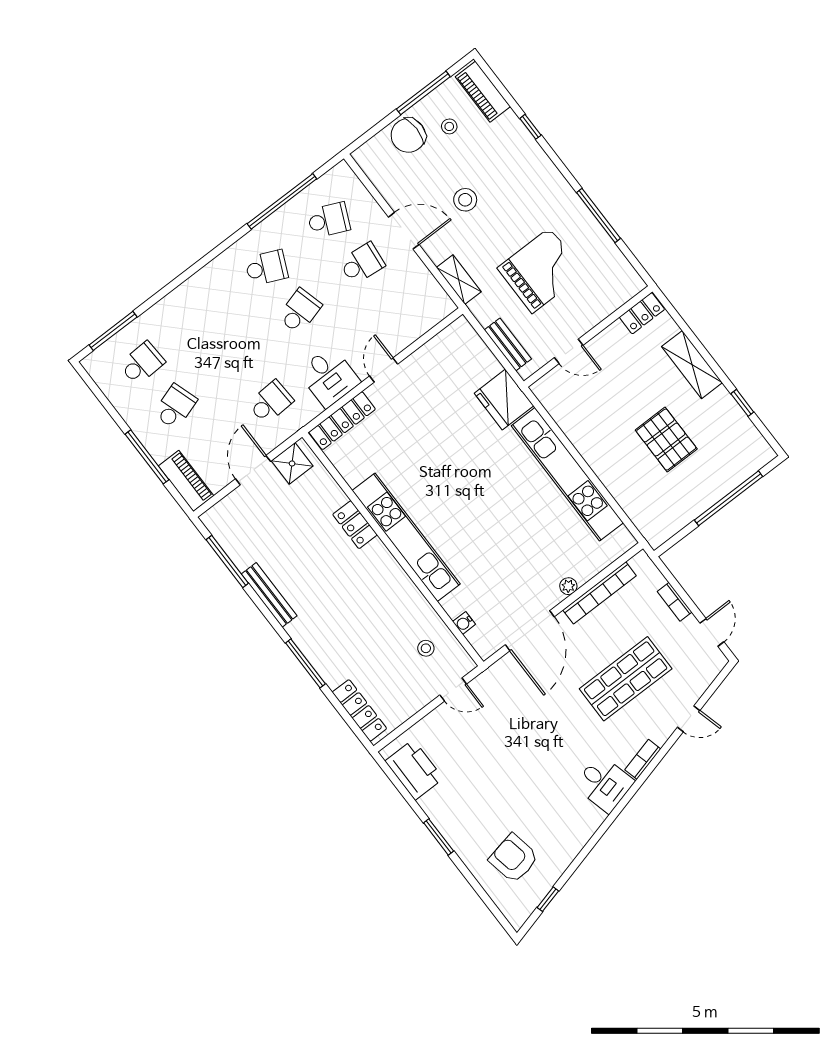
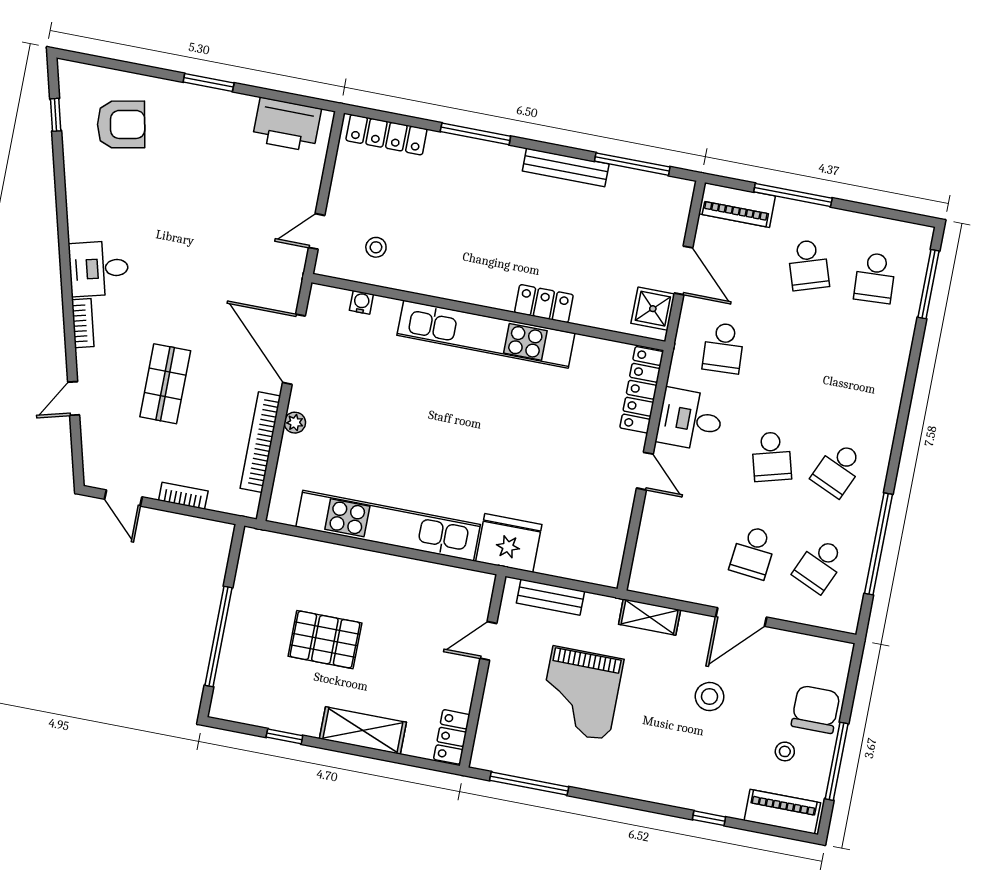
window: (598, 215) -> (529, 784), moved
shop shelf: (626, 679) -> (165, 384), width x0.70, depth x0.74

